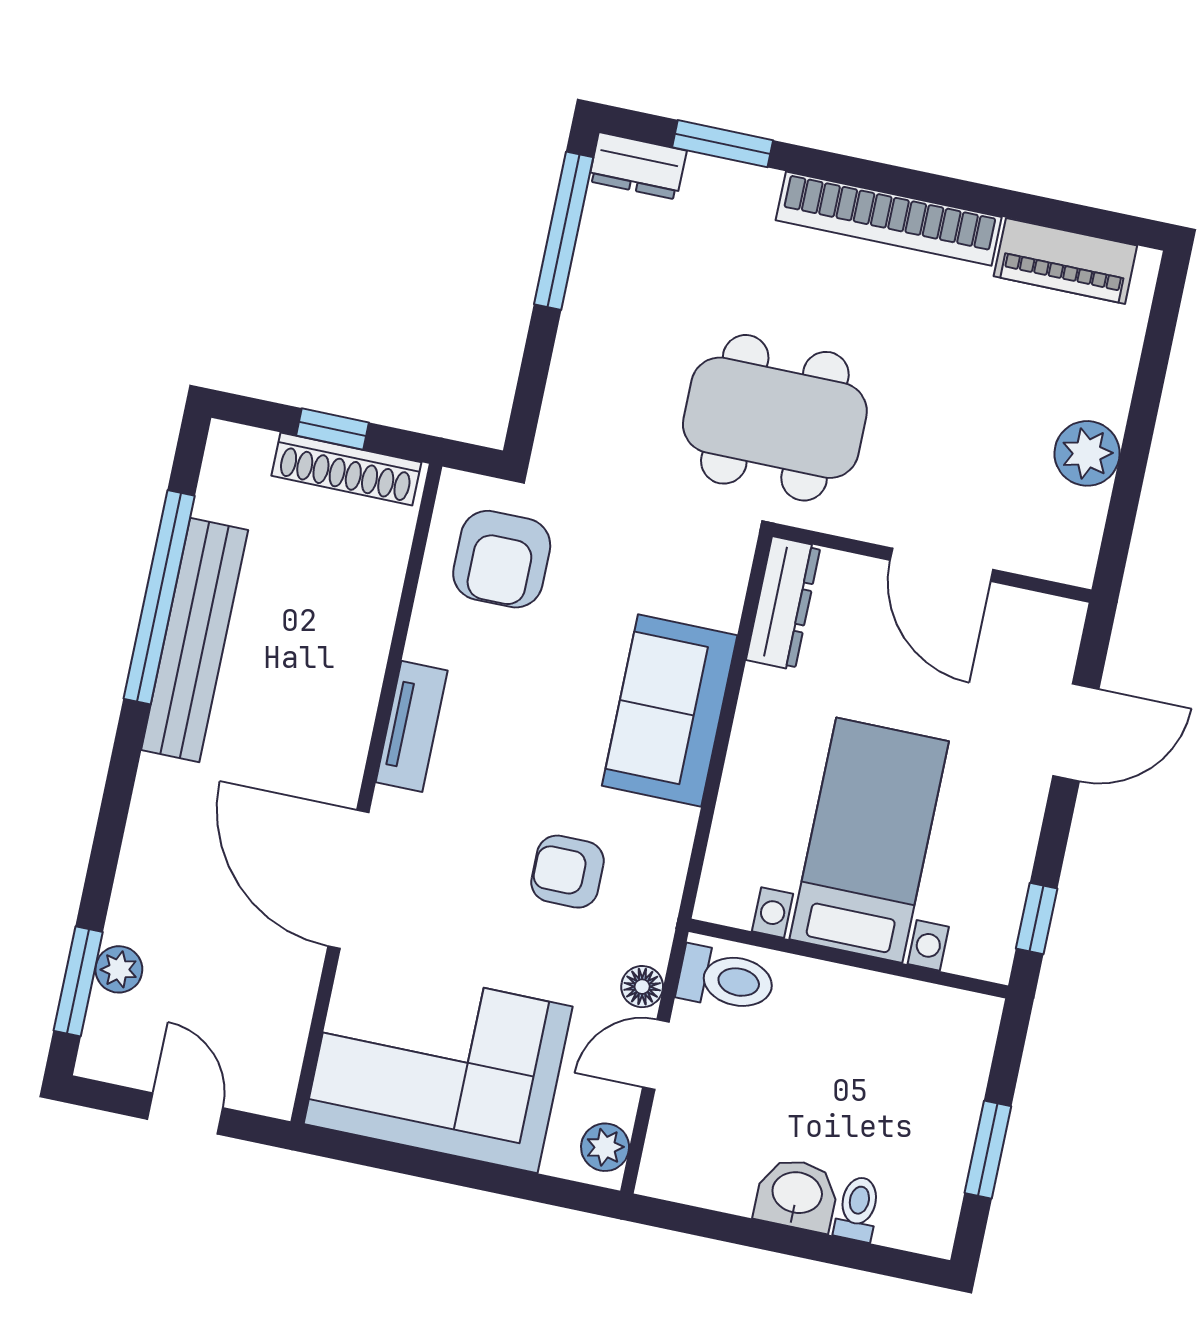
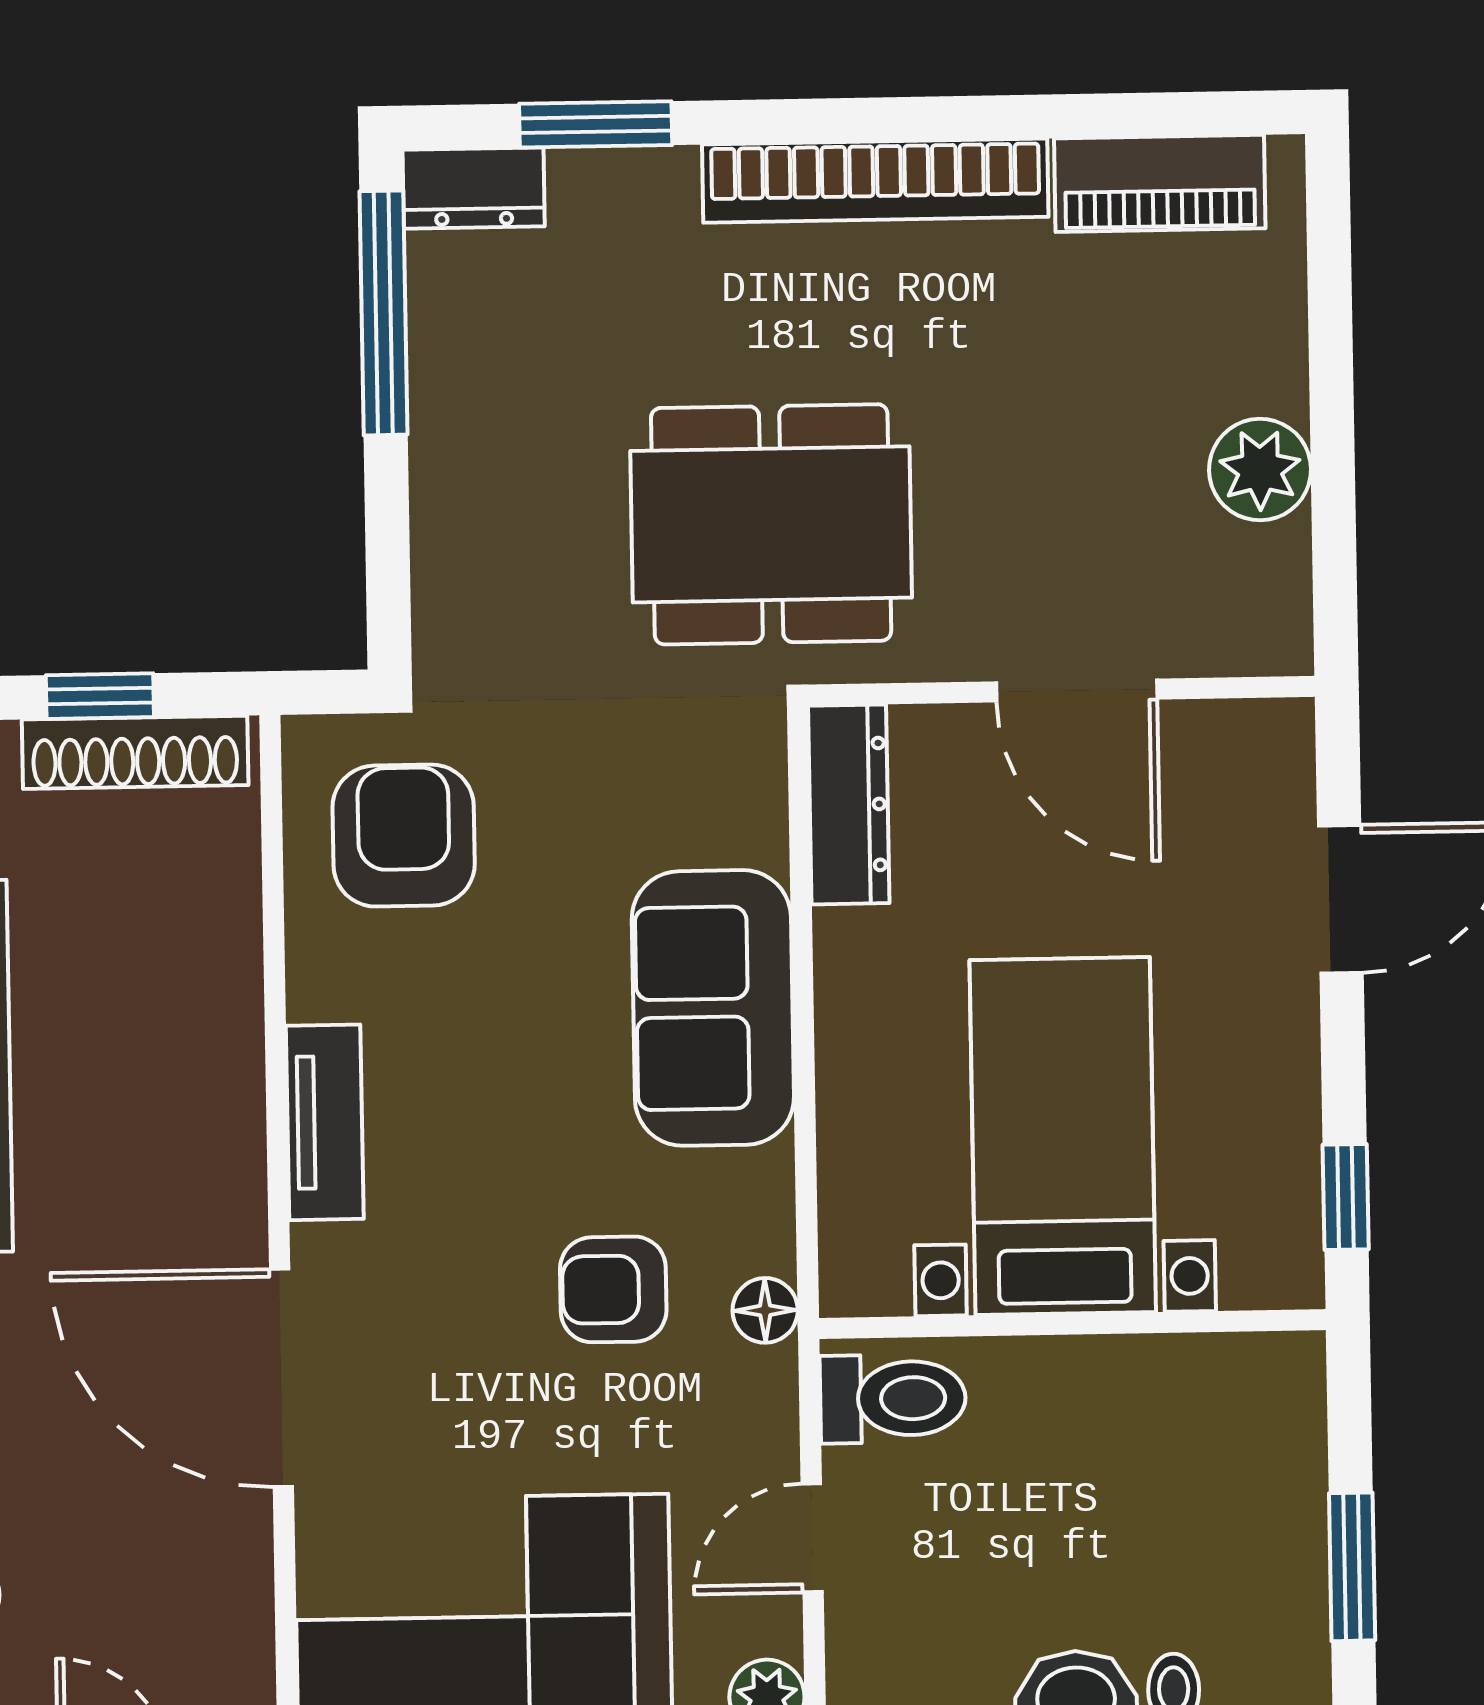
armchair: (502, 559) -> (404, 836), turned 180
floor lamp: (642, 987) -> (765, 1310), moved

